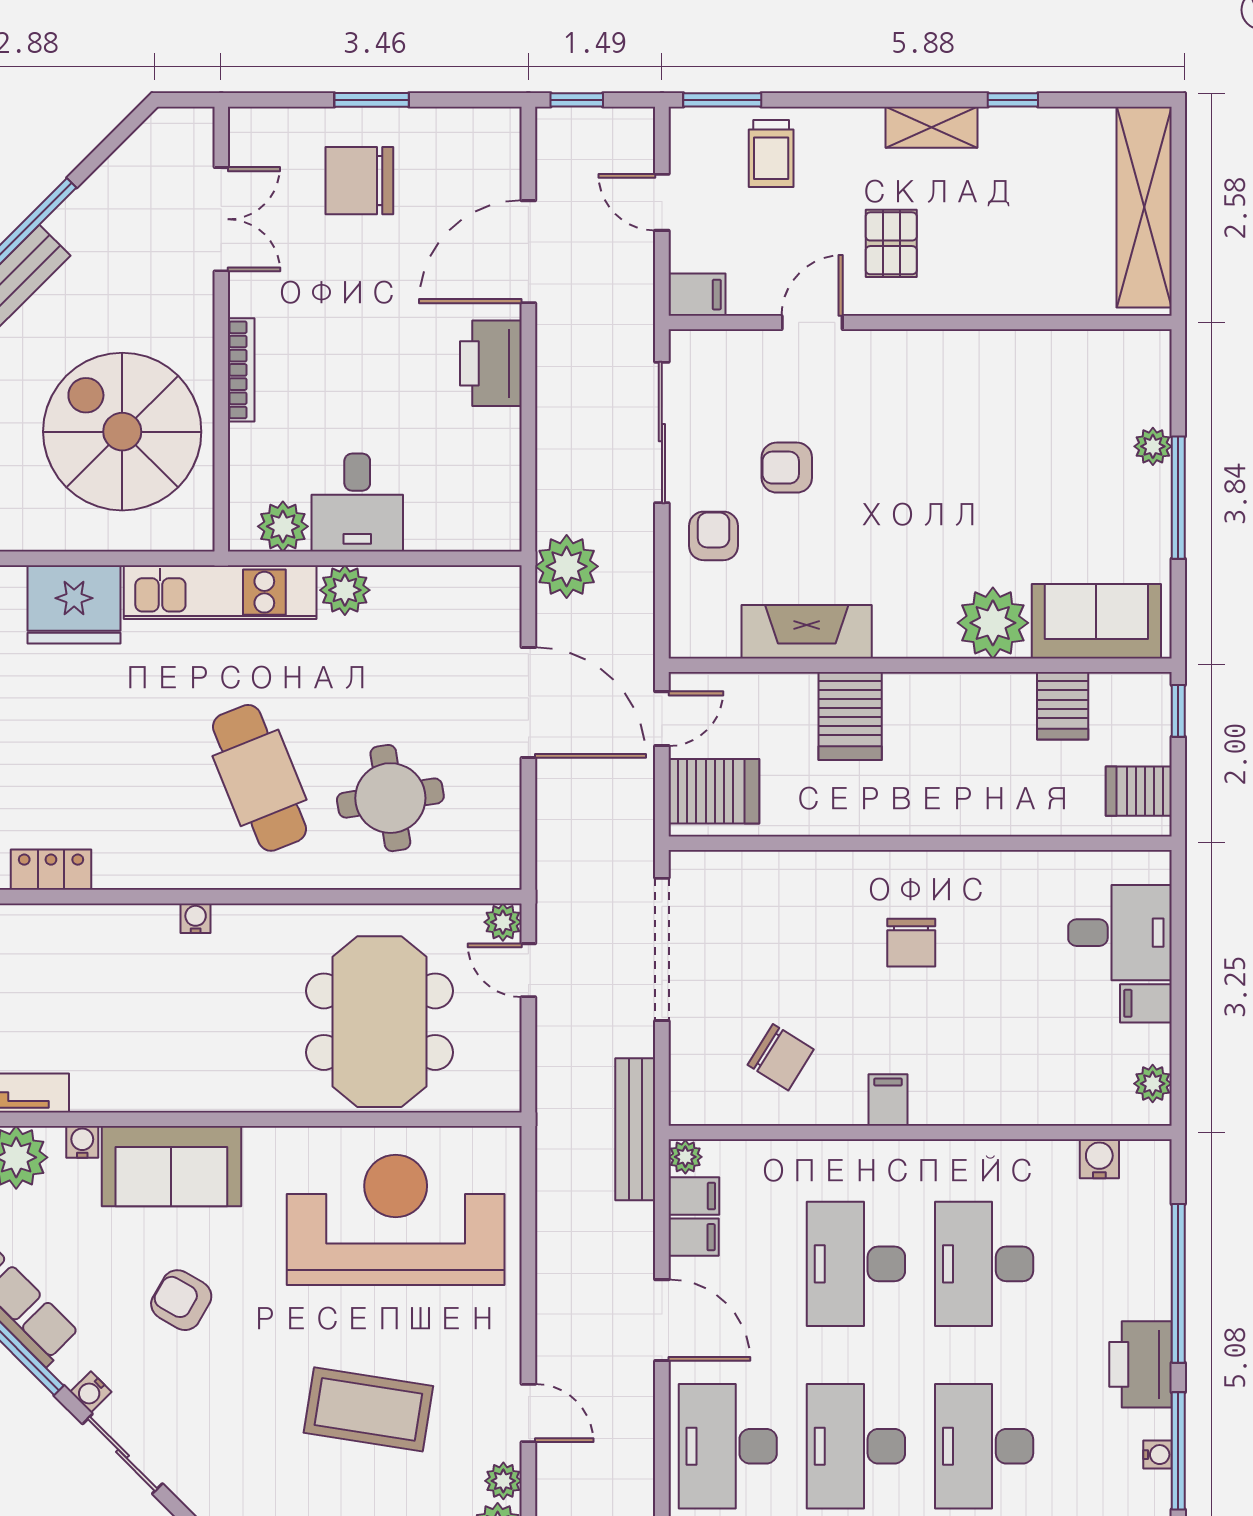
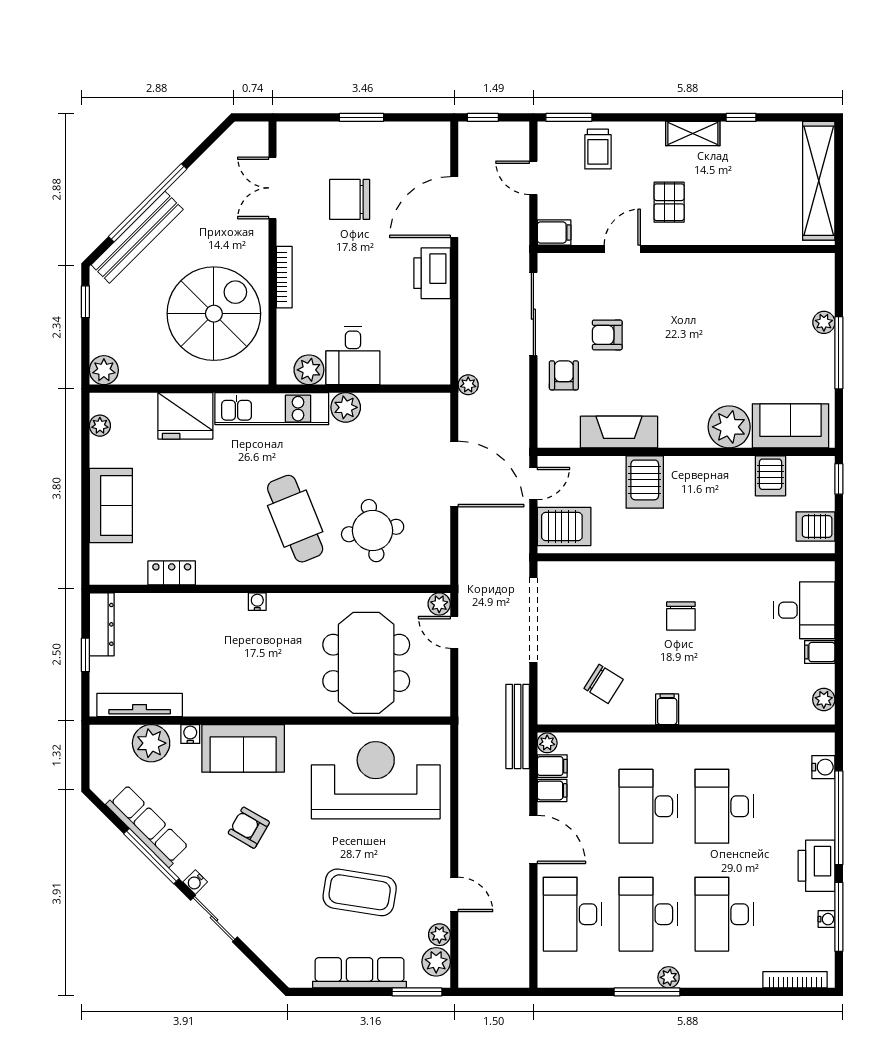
chair: (359, 181) -> (350, 199), moved
double door: (221, 219) -> (272, 188), swing flipped
spiral stairs: (122, 432) -> (214, 314), turned 90
plant: (567, 566) -> (468, 385), width x0.53, depth x0.53
water cooler: (1099, 1159) -> (823, 767), moved, turned 90

